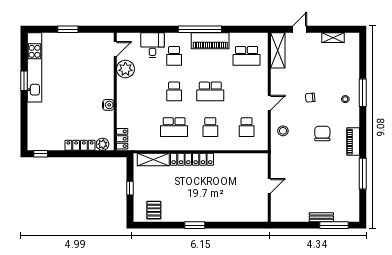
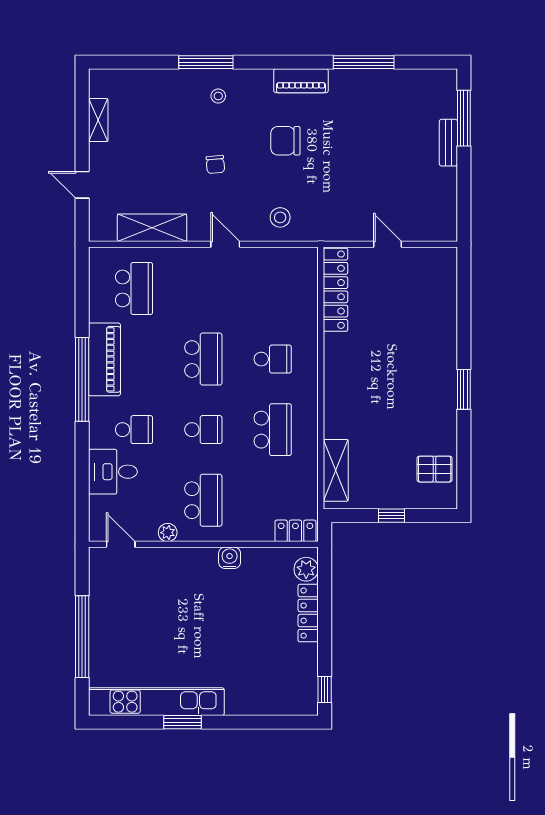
window: (68, 29) -> (82, 637), width x2.11
shelving: (278, 50) -> (152, 228), moved
plant: (125, 69) -> (168, 533), width x0.53, depth x0.53
school desk: (247, 127) -> (203, 500), moved, width x1.85
locker: (192, 159) -> (335, 290), moved

